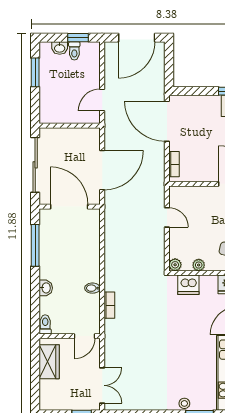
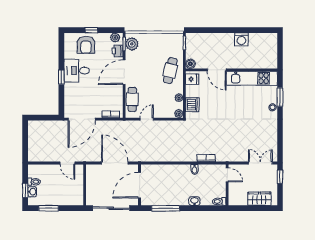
window: (78, 38) -> (25, 190), moved
door: (137, 38) -> (25, 140), removed
cafe table: (196, 196) -> (132, 99), added
wardrobe: (49, 362) -> (259, 199), moved

